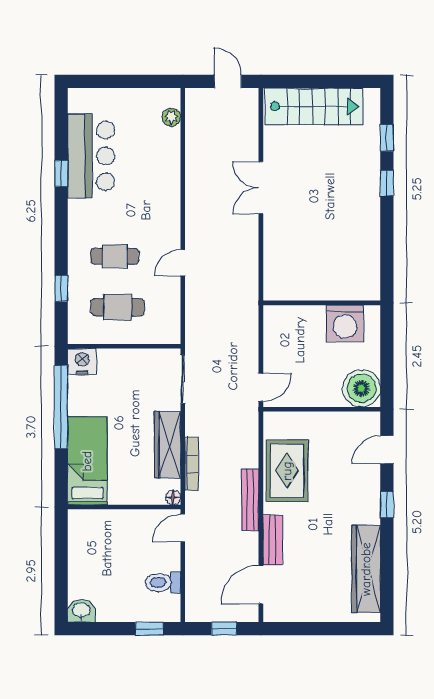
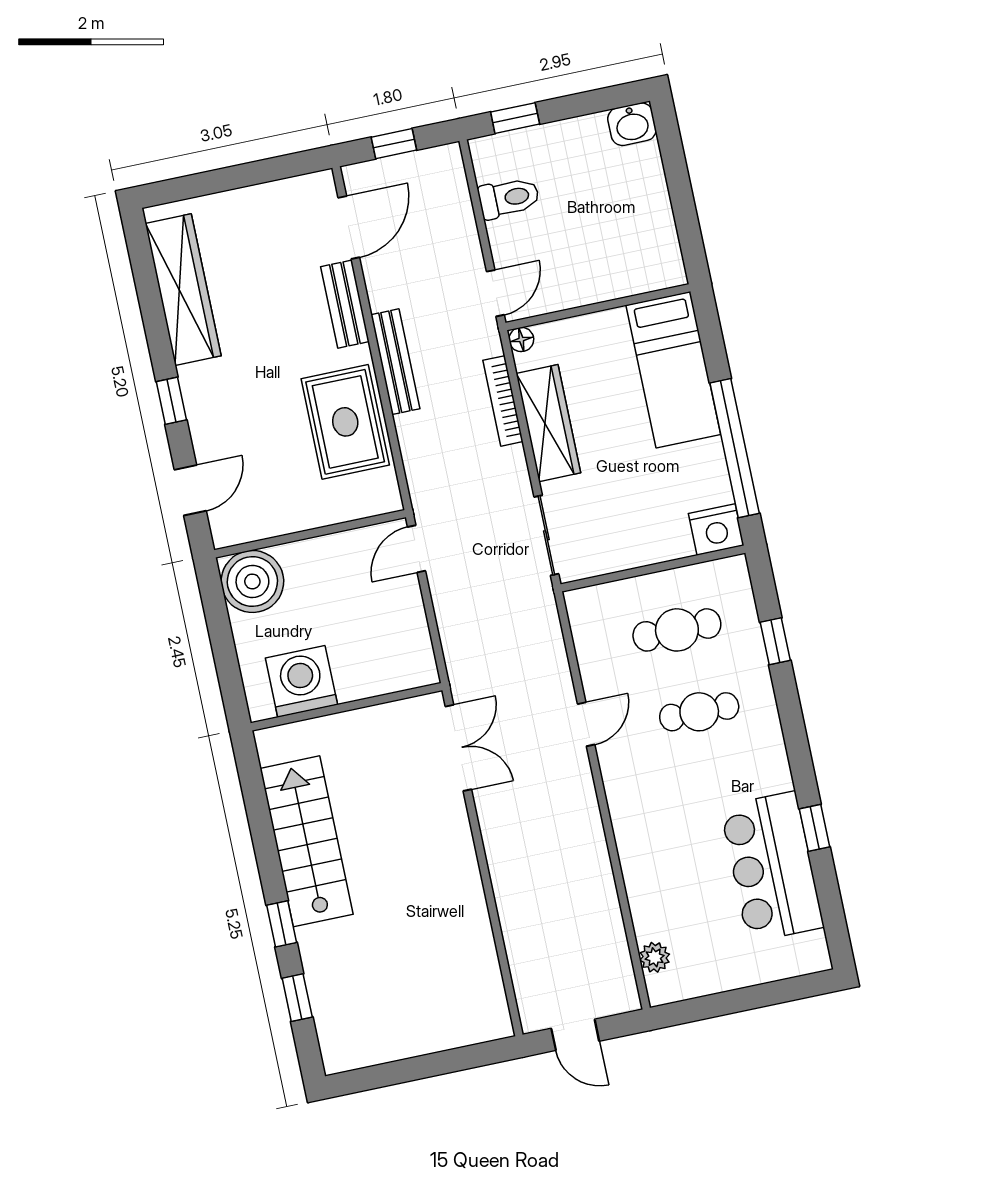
stairs: (314, 106) -> (307, 841), moved, turned 90
double door: (261, 188) -> (458, 748), moved

